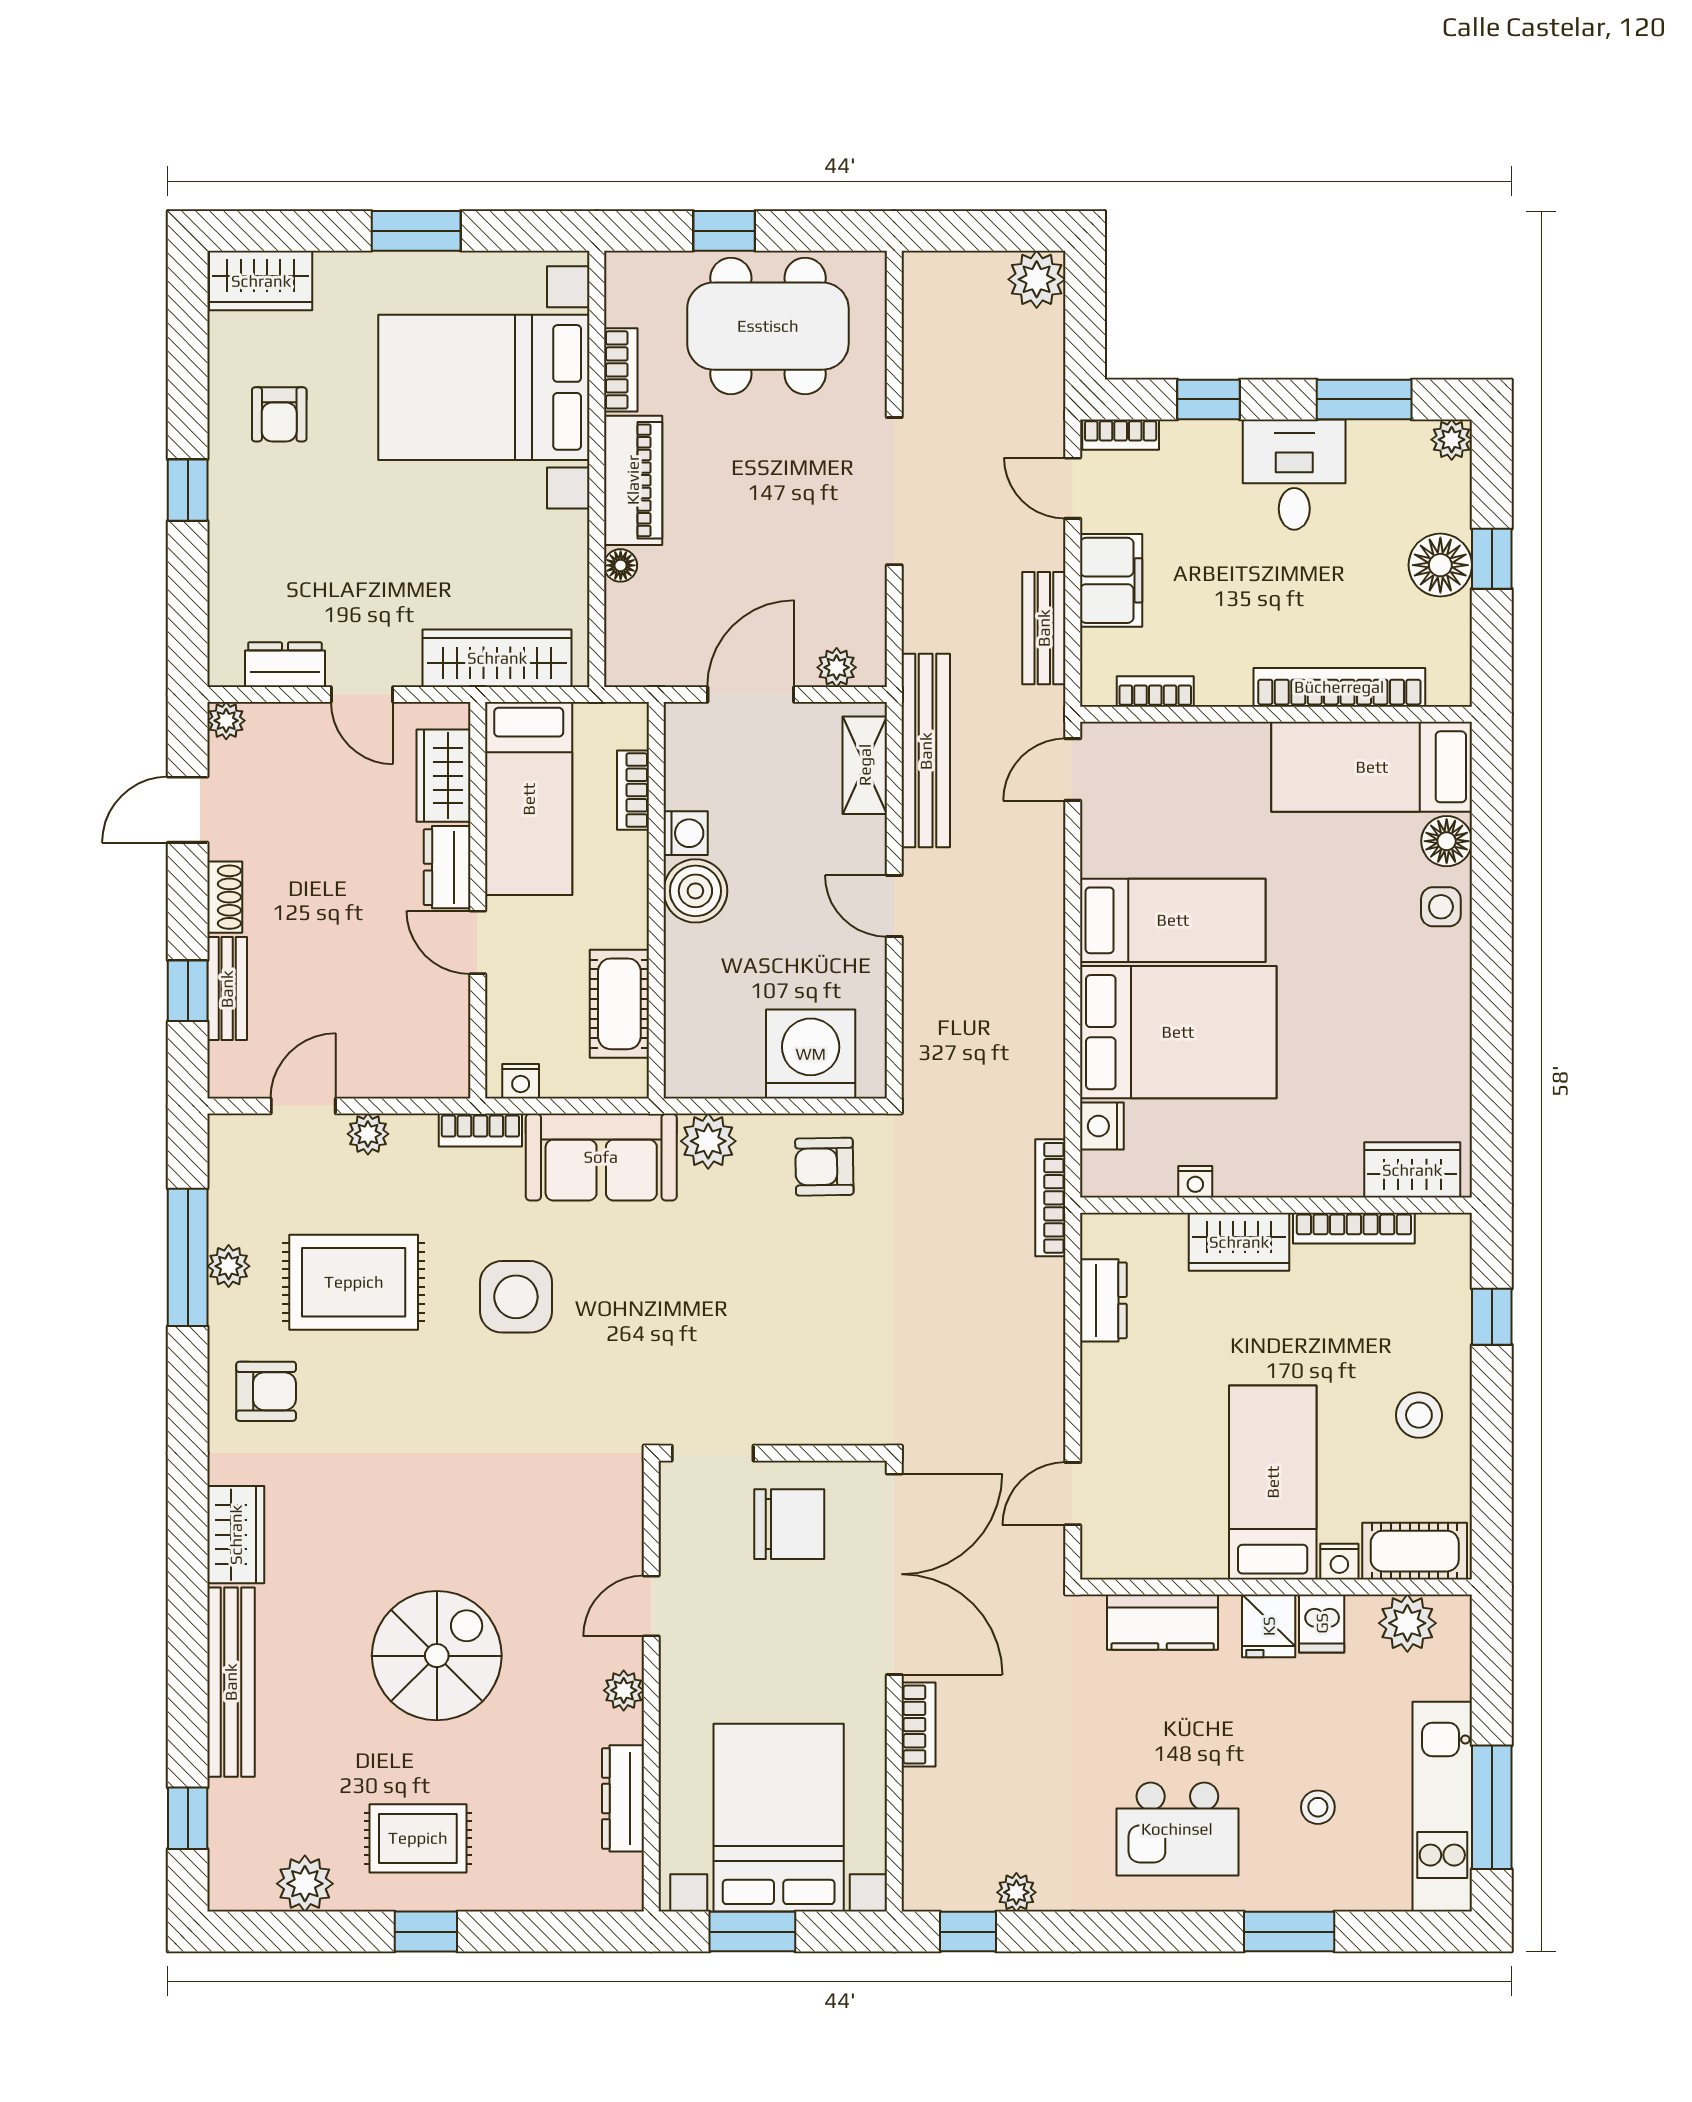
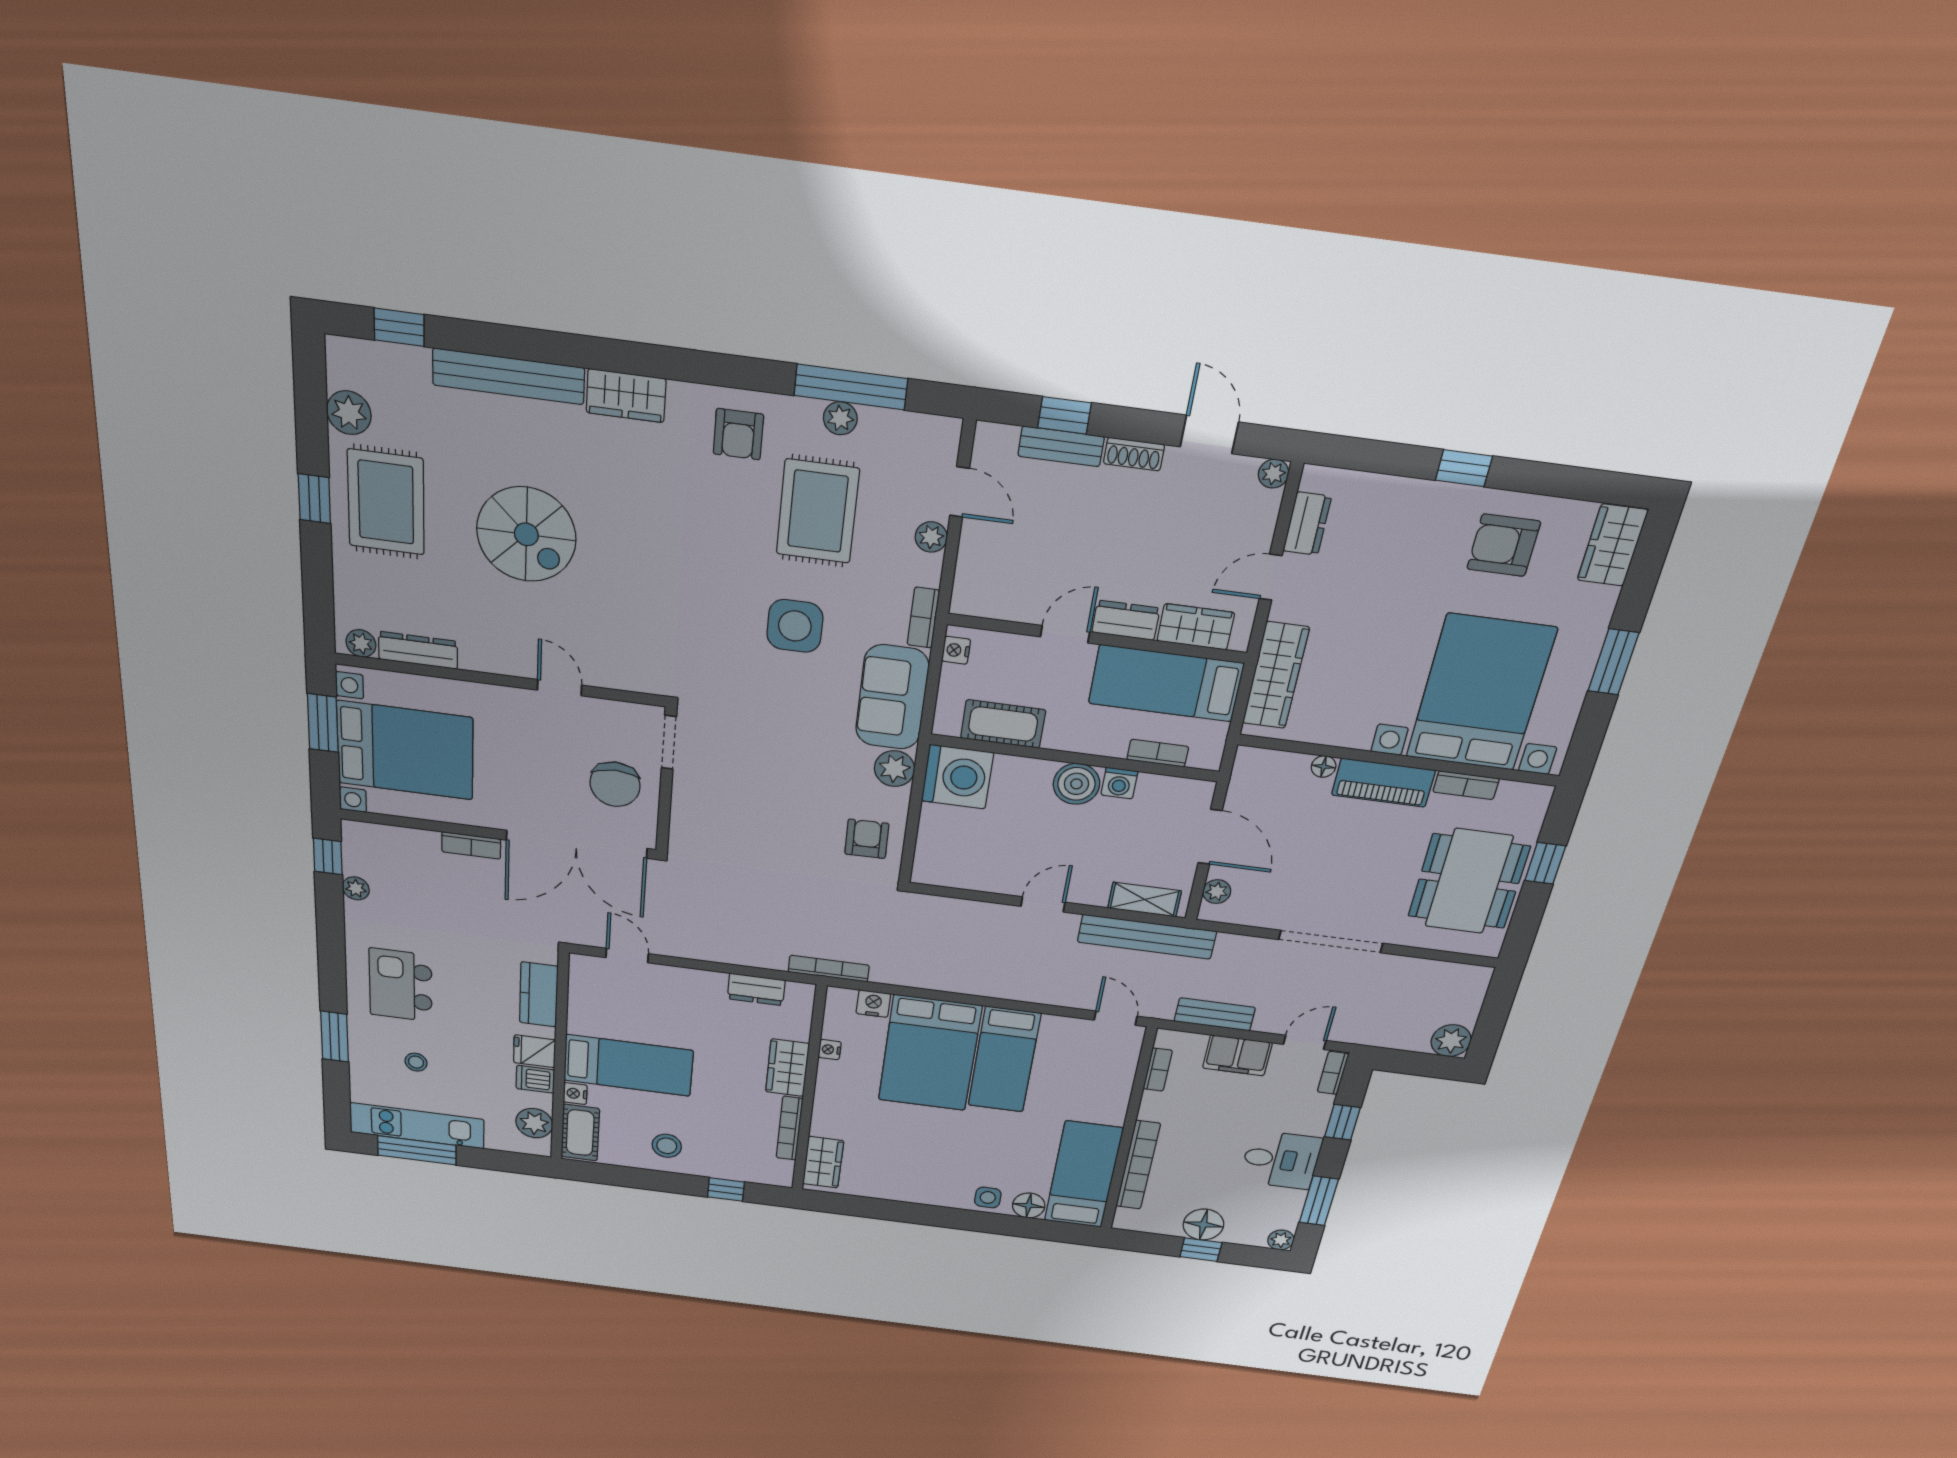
armchair: (279, 414) -> (1504, 545), width x1.38, depth x1.38
washing machine: (811, 1054) -> (957, 777), moved
plant: (624, 1690) -> (361, 643), moved
rug: (418, 1838) -> (386, 502), width x1.36, depth x1.43

